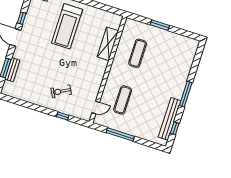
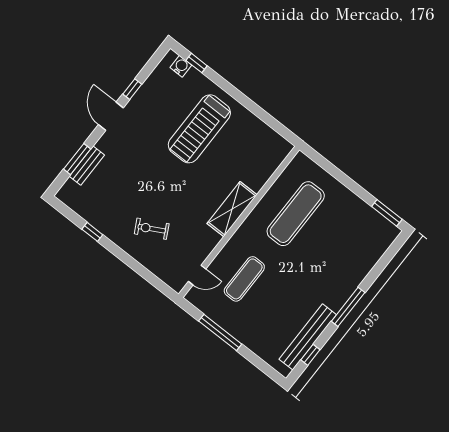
window: (160, 25) -> (387, 213), moved
shelving: (108, 44) -> (232, 209), moved
exercise mat: (138, 53) -> (296, 214), width x1.36, depth x1.45
window: (63, 116) -> (92, 232), moved

